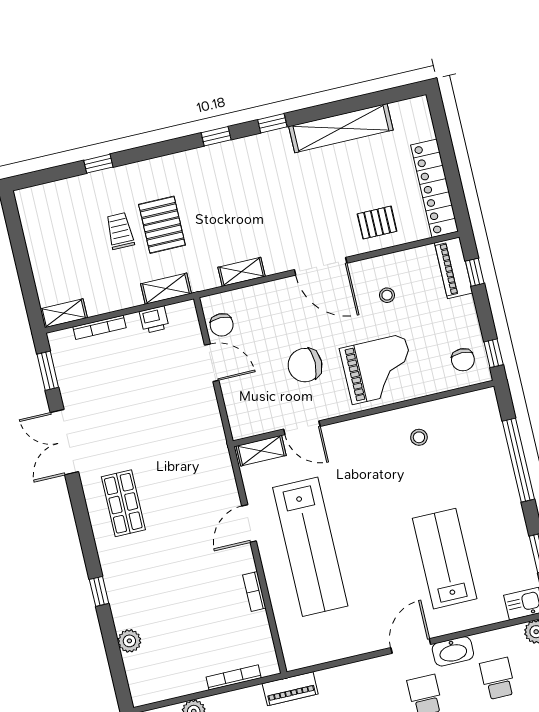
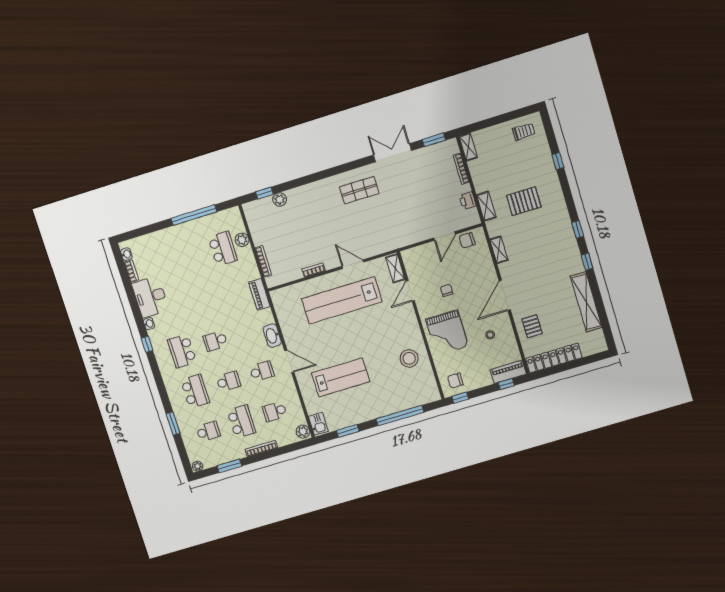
trolley: (120, 231) -> (524, 132), moved
chair: (305, 365) -> (447, 290), width x0.54, depth x0.54
stool: (419, 437) -> (409, 358), width x1.89, depth x1.89
window: (99, 591) -> (264, 193), moved
washbasin: (453, 651) -> (272, 336), moved
school desk: (498, 679) -> (275, 412), turned 180

